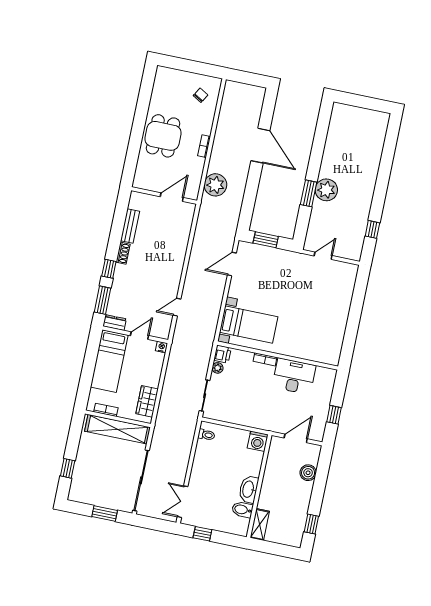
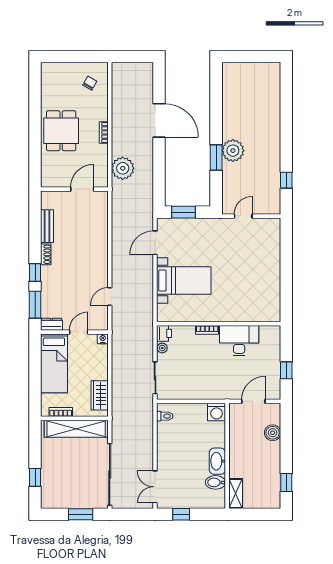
bed with nightstands: (249, 325) -> (184, 281), moved

